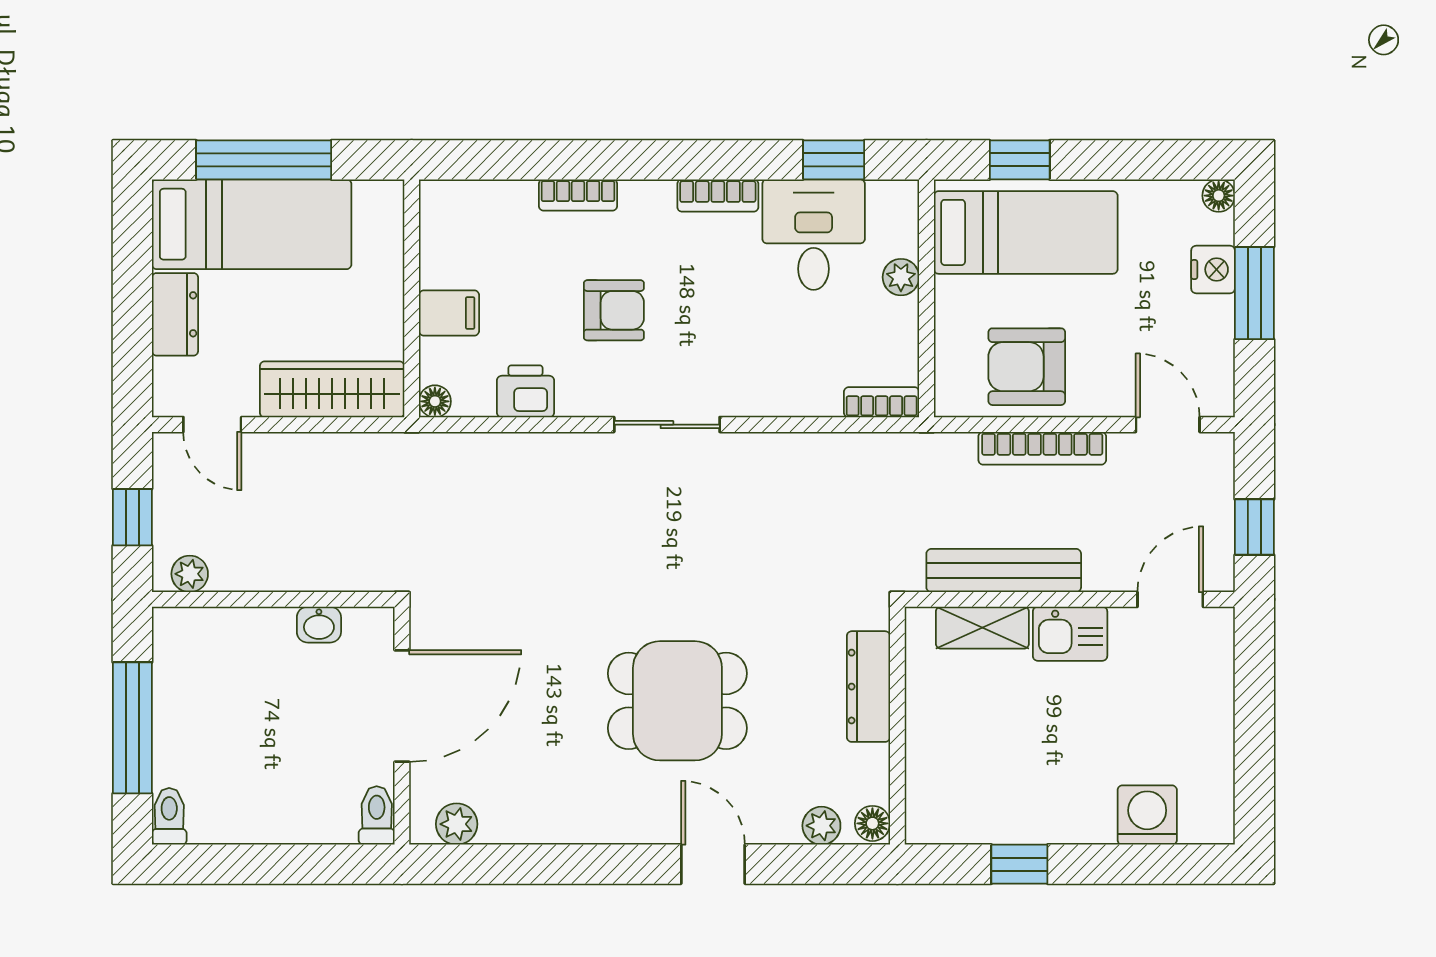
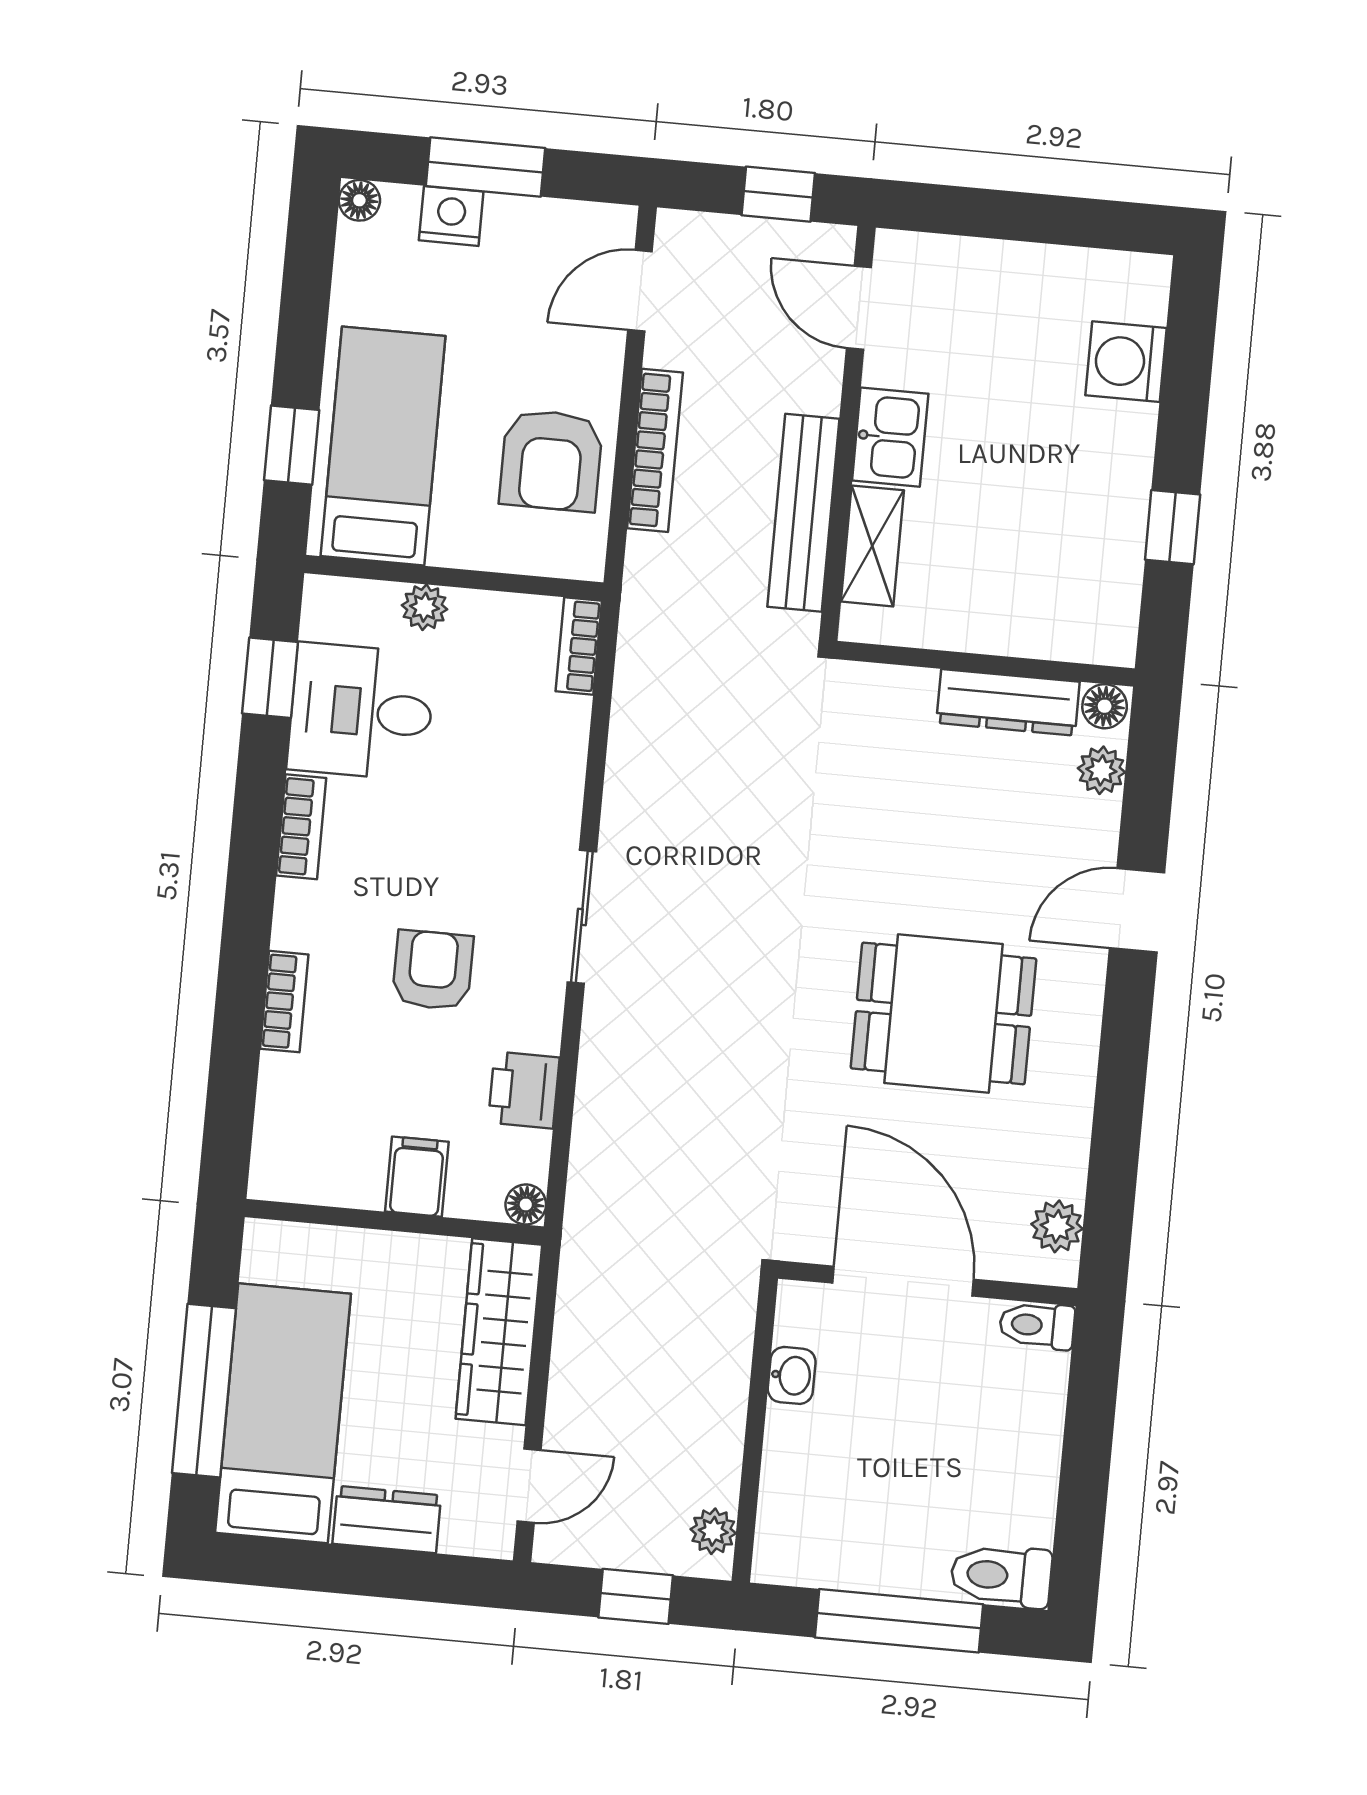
dresser: (868, 687) -> (1008, 702), moved
dining table: (677, 701) -> (943, 1013), moved, turned 90
toilet: (169, 816) -> (1001, 1576), width x1.37, depth x1.39

